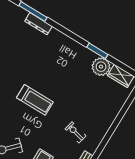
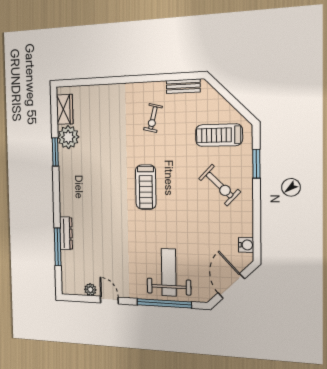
treadmill: (35, 100) -> (146, 187), turned 180

